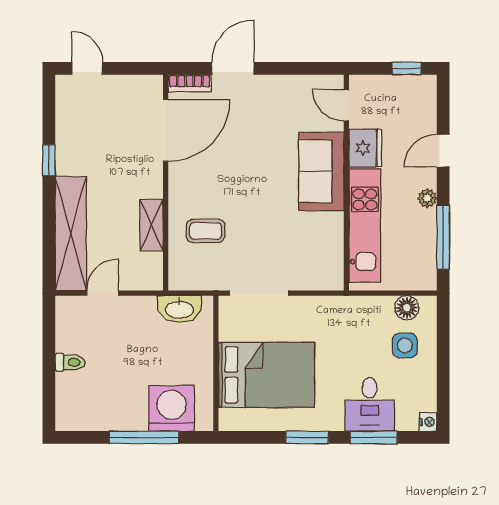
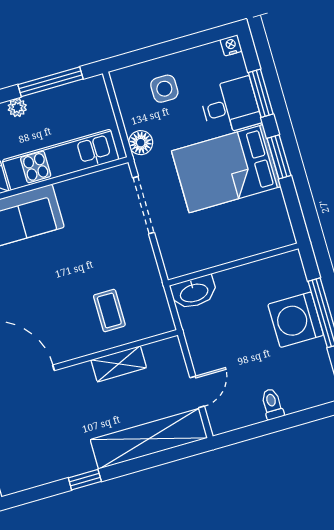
door: (103, 293) -> (197, 392), swing flipped
doorway: (259, 293) -> (143, 205), moved
floor lamp: (407, 308) -> (141, 143), moved
washbasin: (179, 309) -> (194, 292), moved, turned 90
bed: (266, 375) -> (226, 169), moved, turned -90
washing machine: (172, 408) -> (296, 320), moved

